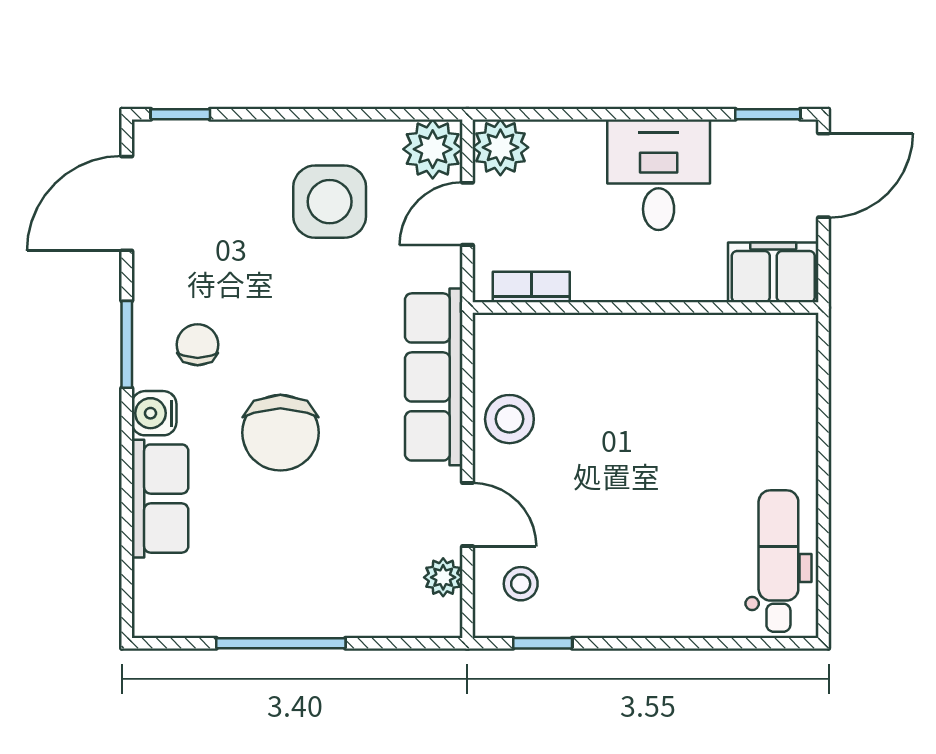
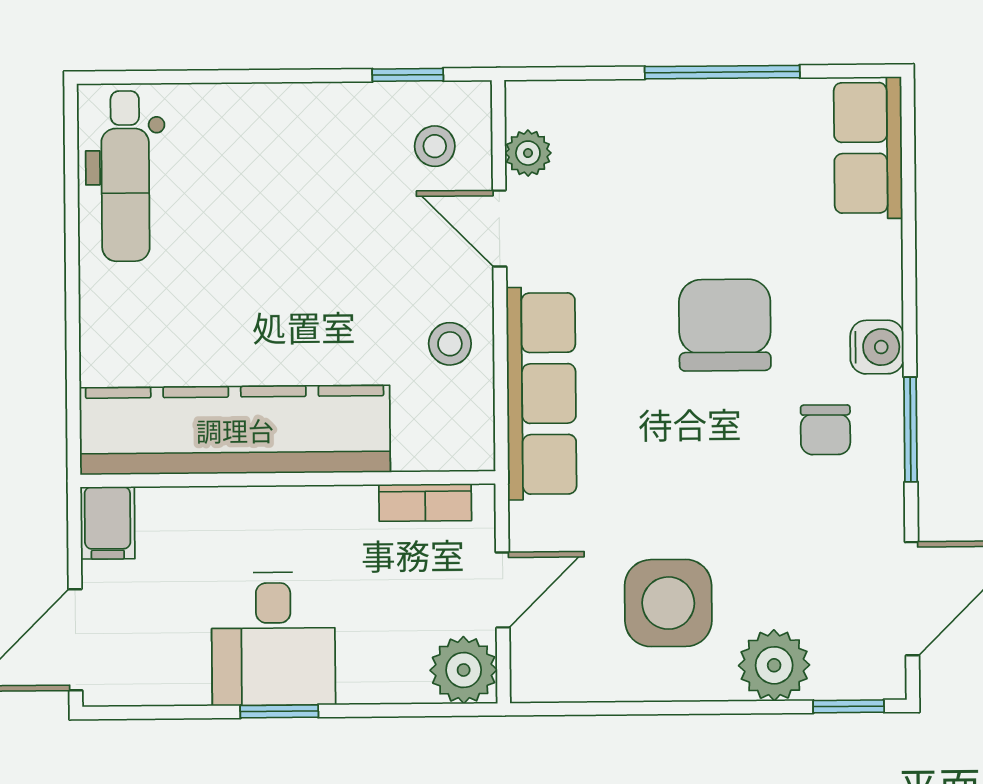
window: (768, 114) -> (279, 711), moved
plant: (433, 149) -> (774, 665), moved
filing cabinet: (773, 272) -> (108, 523), width x0.50
kitchen counter: (689, 349) -> (235, 430), added
stool: (509, 419) -> (450, 344), width x0.73, depth x0.73
row of seats: (160, 499) -> (868, 148), moved

